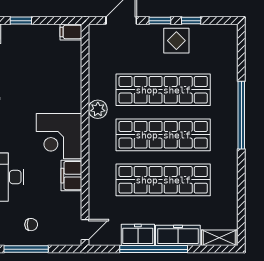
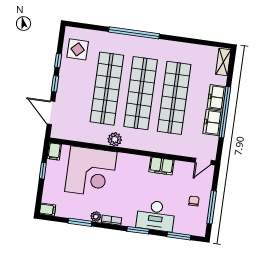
window: (21, 21) -> (43, 171), moved
display table: (176, 41) -> (78, 49), moved
corner desk: (59, 136) -> (91, 172), moved, width x1.36, depth x1.36
door: (85, 230) -> (203, 161), swing flipped
freezer: (178, 235) -> (216, 97), width x0.71

